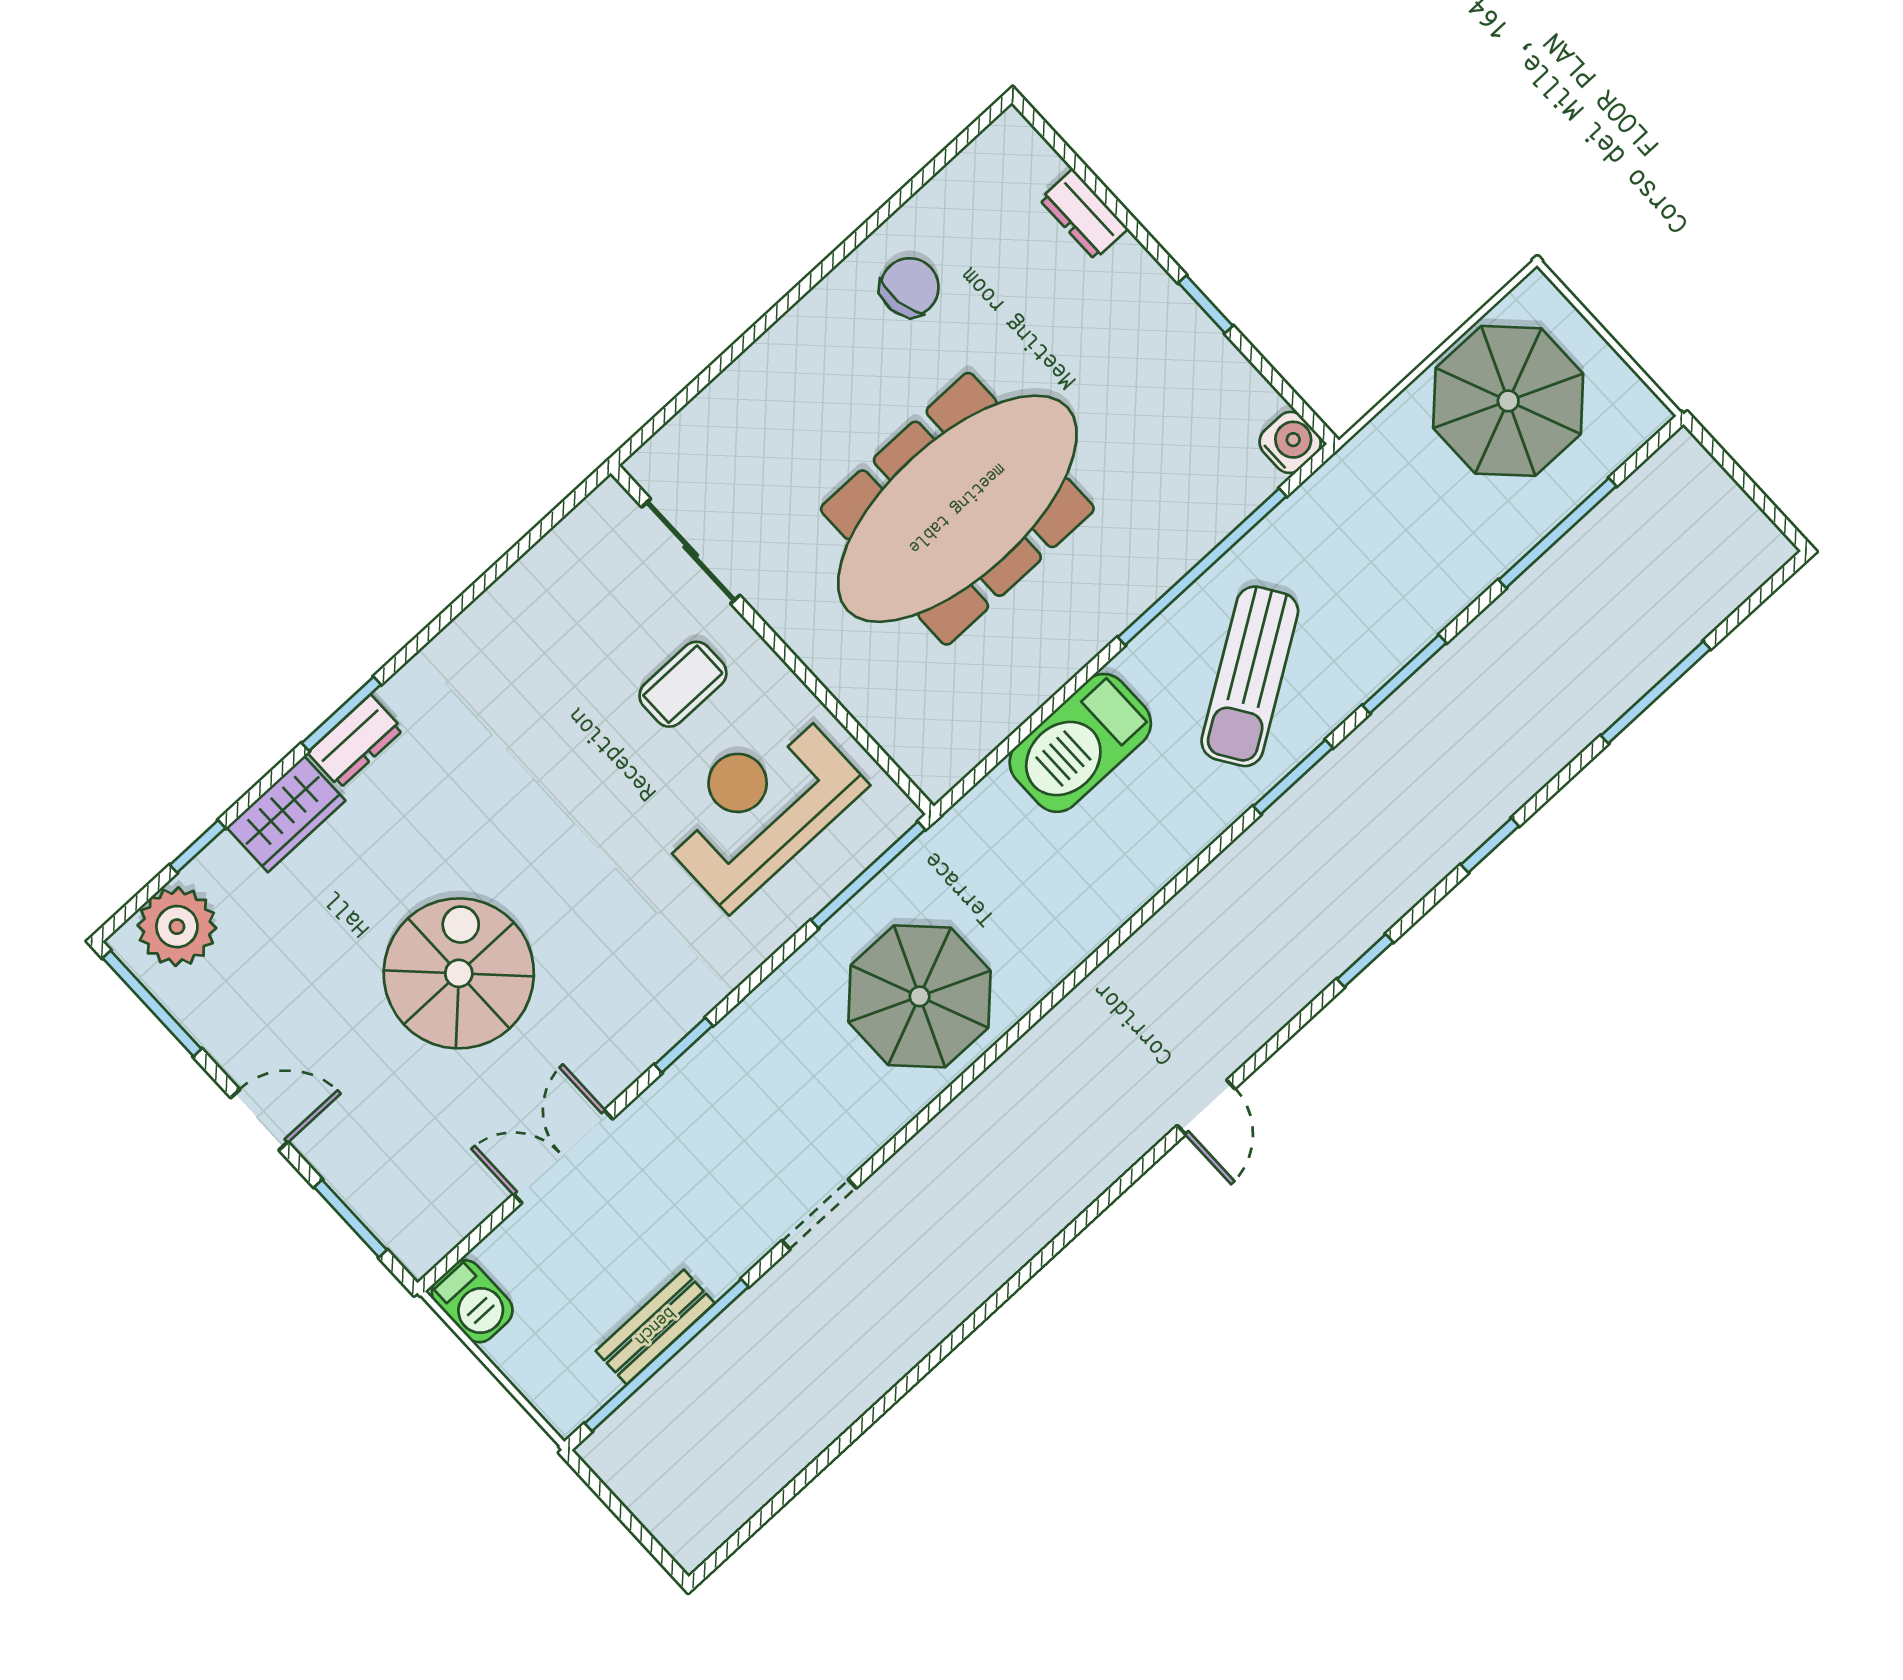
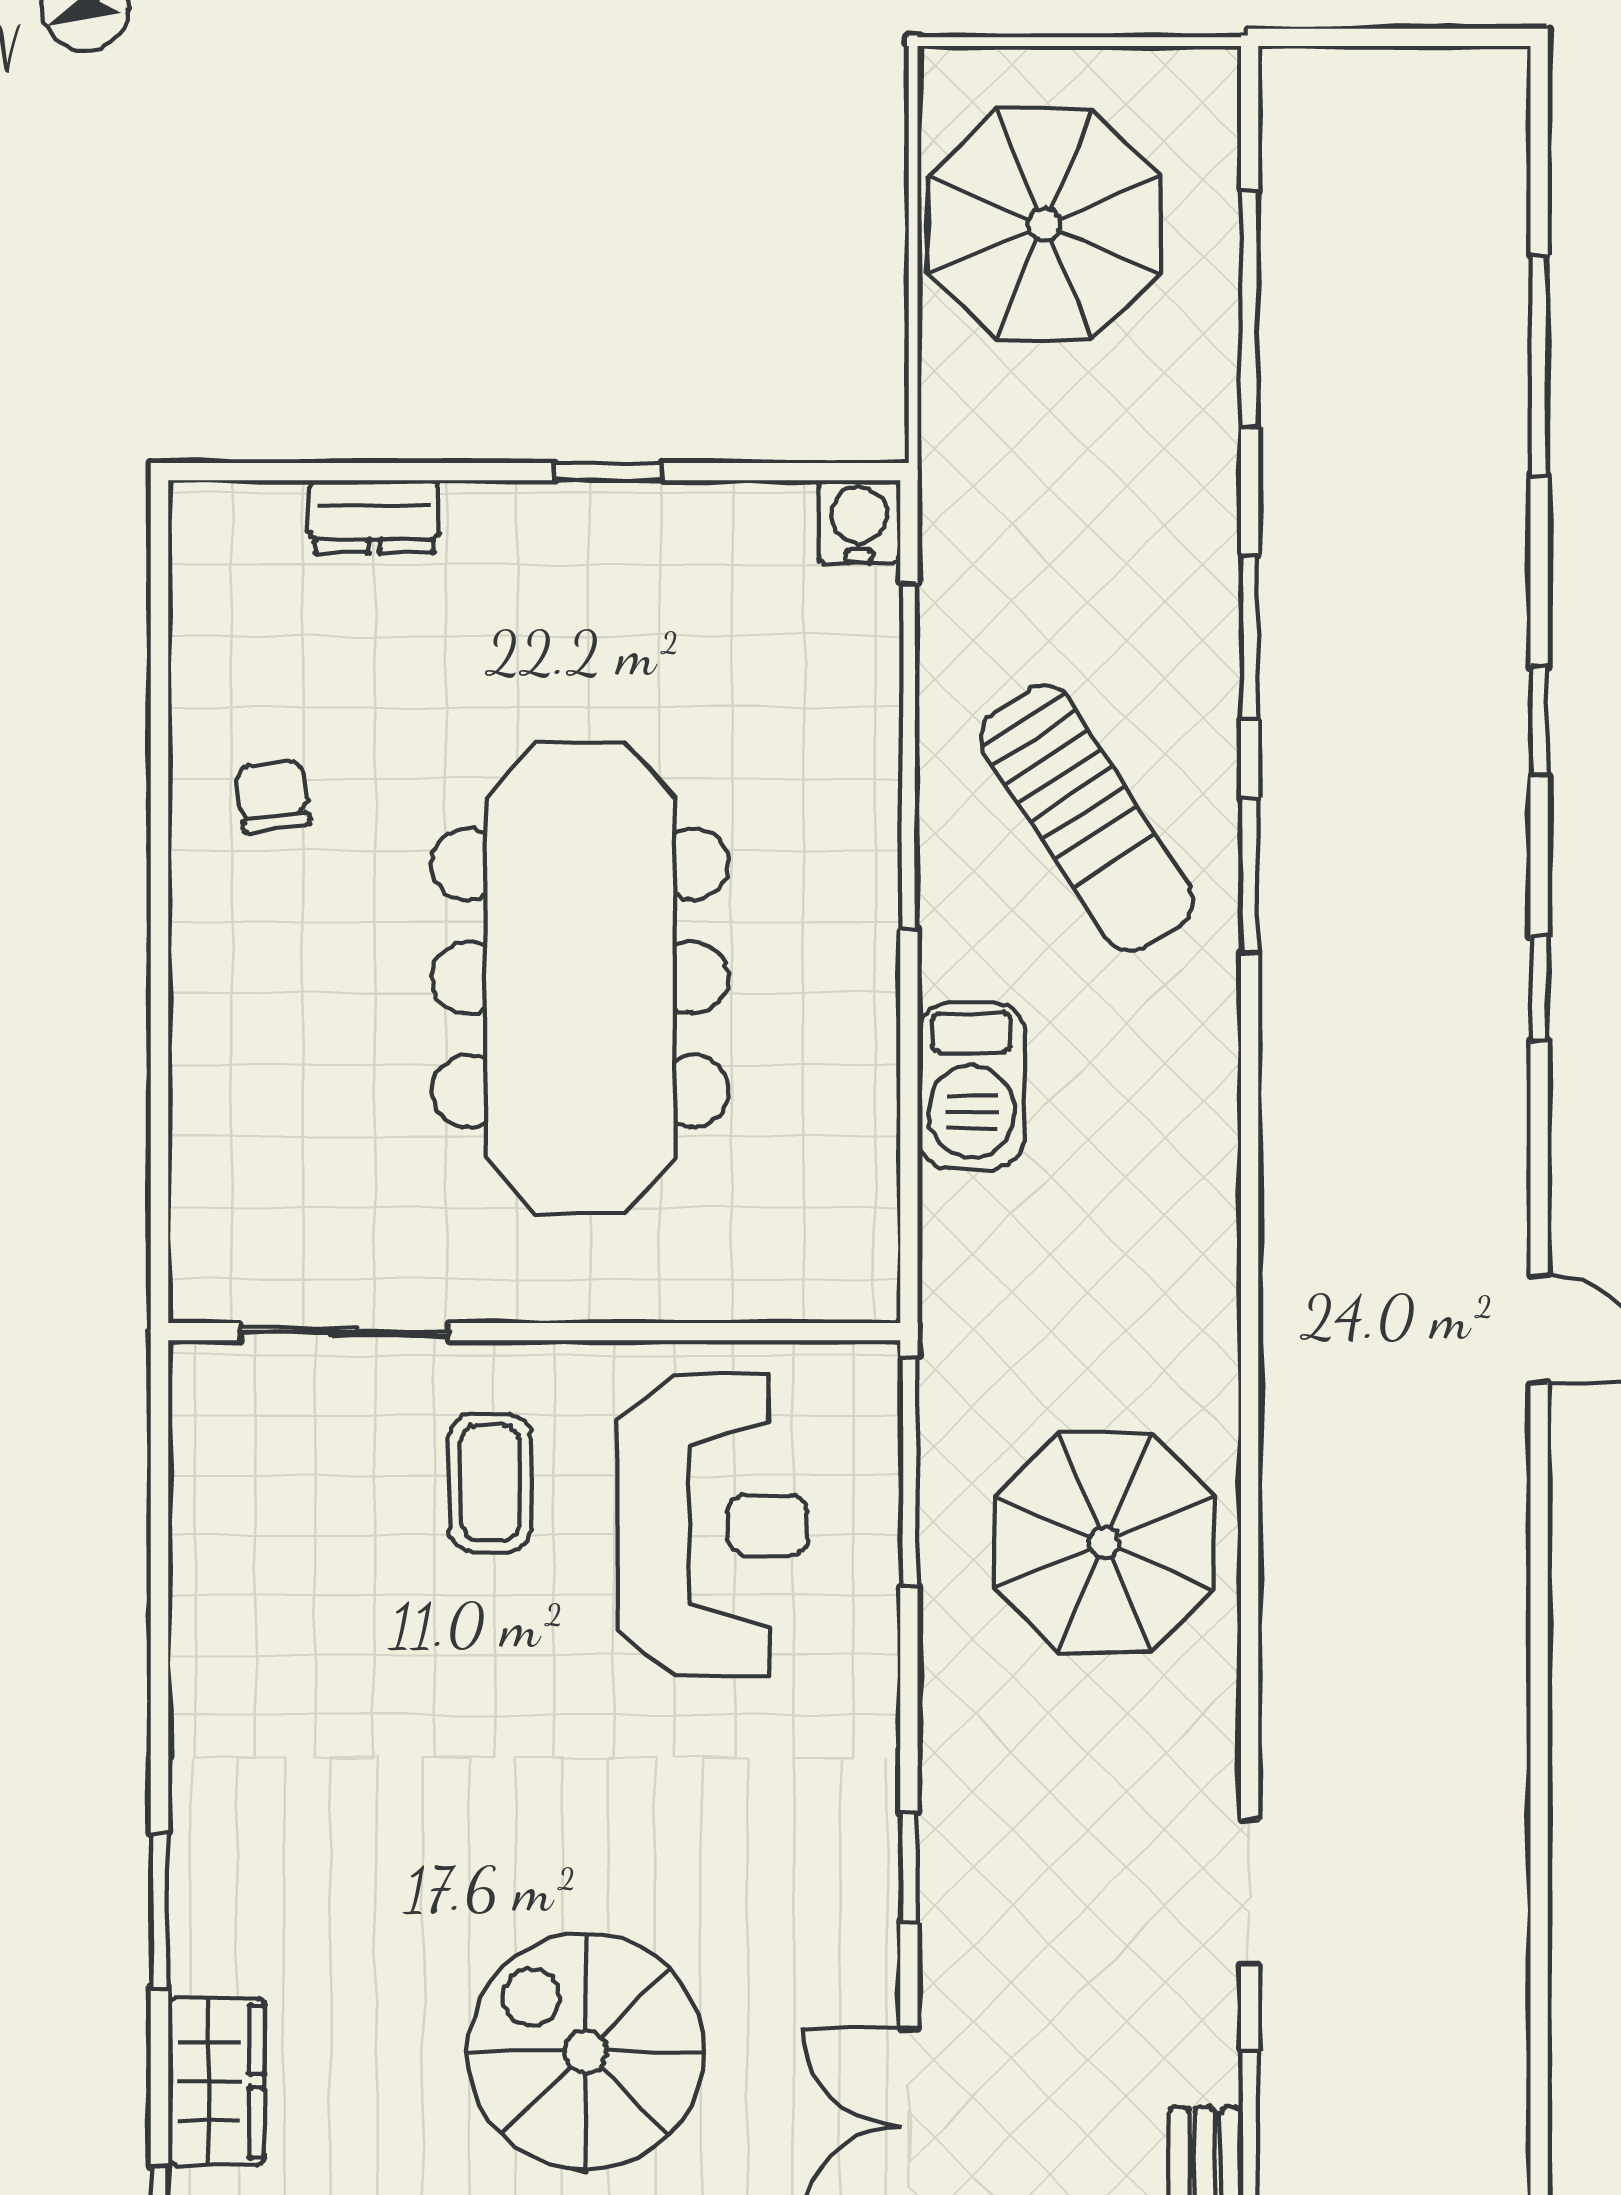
chair: (910, 287) -> (273, 796), width x0.73, depth x0.73
dresser: (355, 741) -> (206, 1923), removed
barbecue: (1080, 743) -> (971, 1086), width x0.73, depth x0.83
reception desk: (759, 806) -> (713, 1525), turned 180

